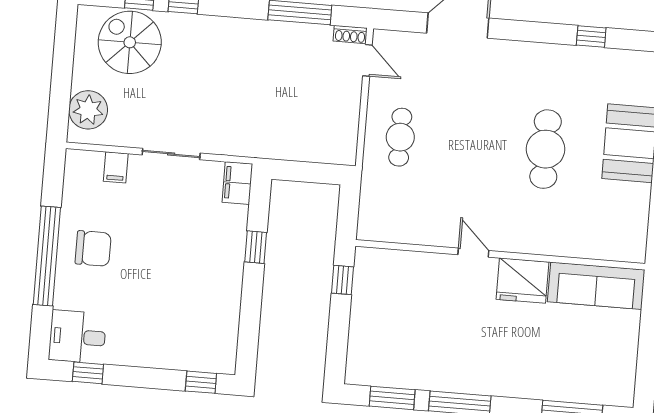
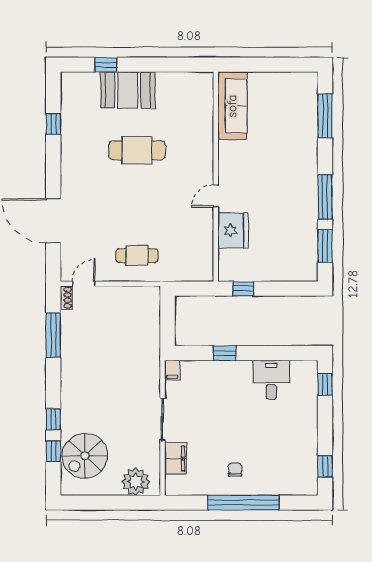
filing cabinet: (116, 167) -> (176, 458), width x2.00
filing cabinet: (237, 183) -> (172, 370), width x0.50
chair: (93, 248) -> (235, 470), width x0.54, depth x0.54
fridge: (522, 281) -> (233, 230), moved
desk: (77, 337) -> (271, 380), moved, turned 180

